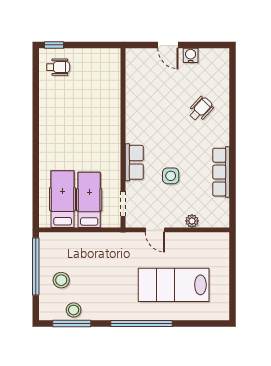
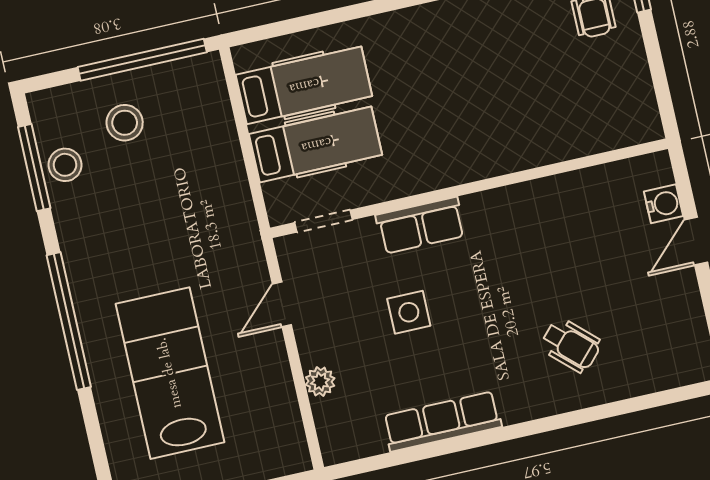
water cooler: (191, 55) -> (663, 204), moved

